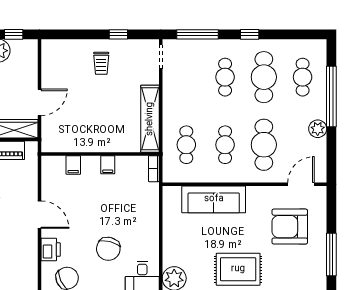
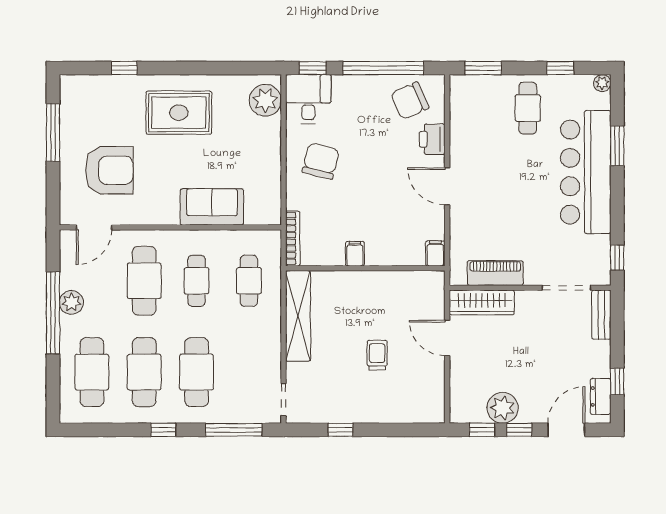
trolley: (101, 63) -> (377, 355), moved
cafe table: (225, 77) -> (197, 372), width x1.37, depth x1.35
cafe table: (303, 77) -> (92, 372), width x1.37, depth x1.35
window: (331, 97) -> (53, 313), moved
door: (40, 102) -> (447, 338), hinge flipped
filing cabinet: (73, 165) -> (435, 253), moved
bookcase: (154, 169) -> (293, 239), width x1.56
sofa: (214, 199) -> (212, 207), width x0.73
chair: (108, 249) -> (321, 161), moved

